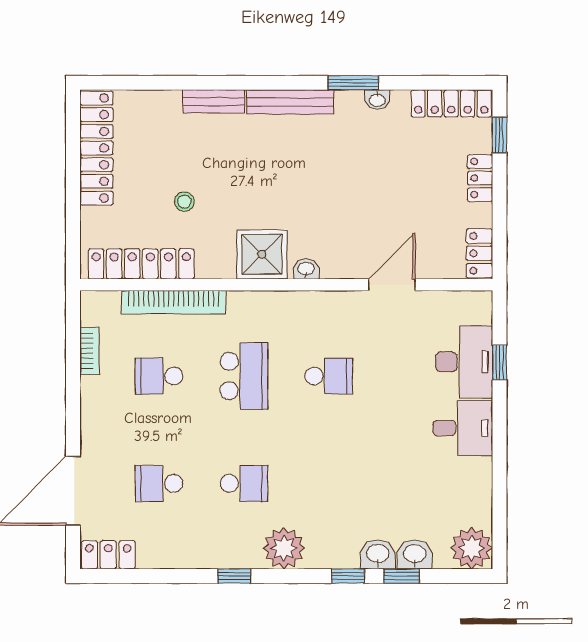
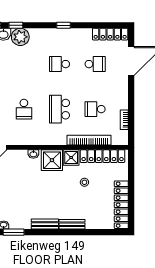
bench: (290, 102) -> (45, 224), width x0.73
shower: (216, 261) -> (71, 157), added
school desk: (159, 376) -> (95, 109), turned 180
school desk: (329, 376) -> (24, 109), turned -90
plant: (284, 548) -> (20, 37), moved
locker: (108, 555) -> (110, 34), width x1.53

